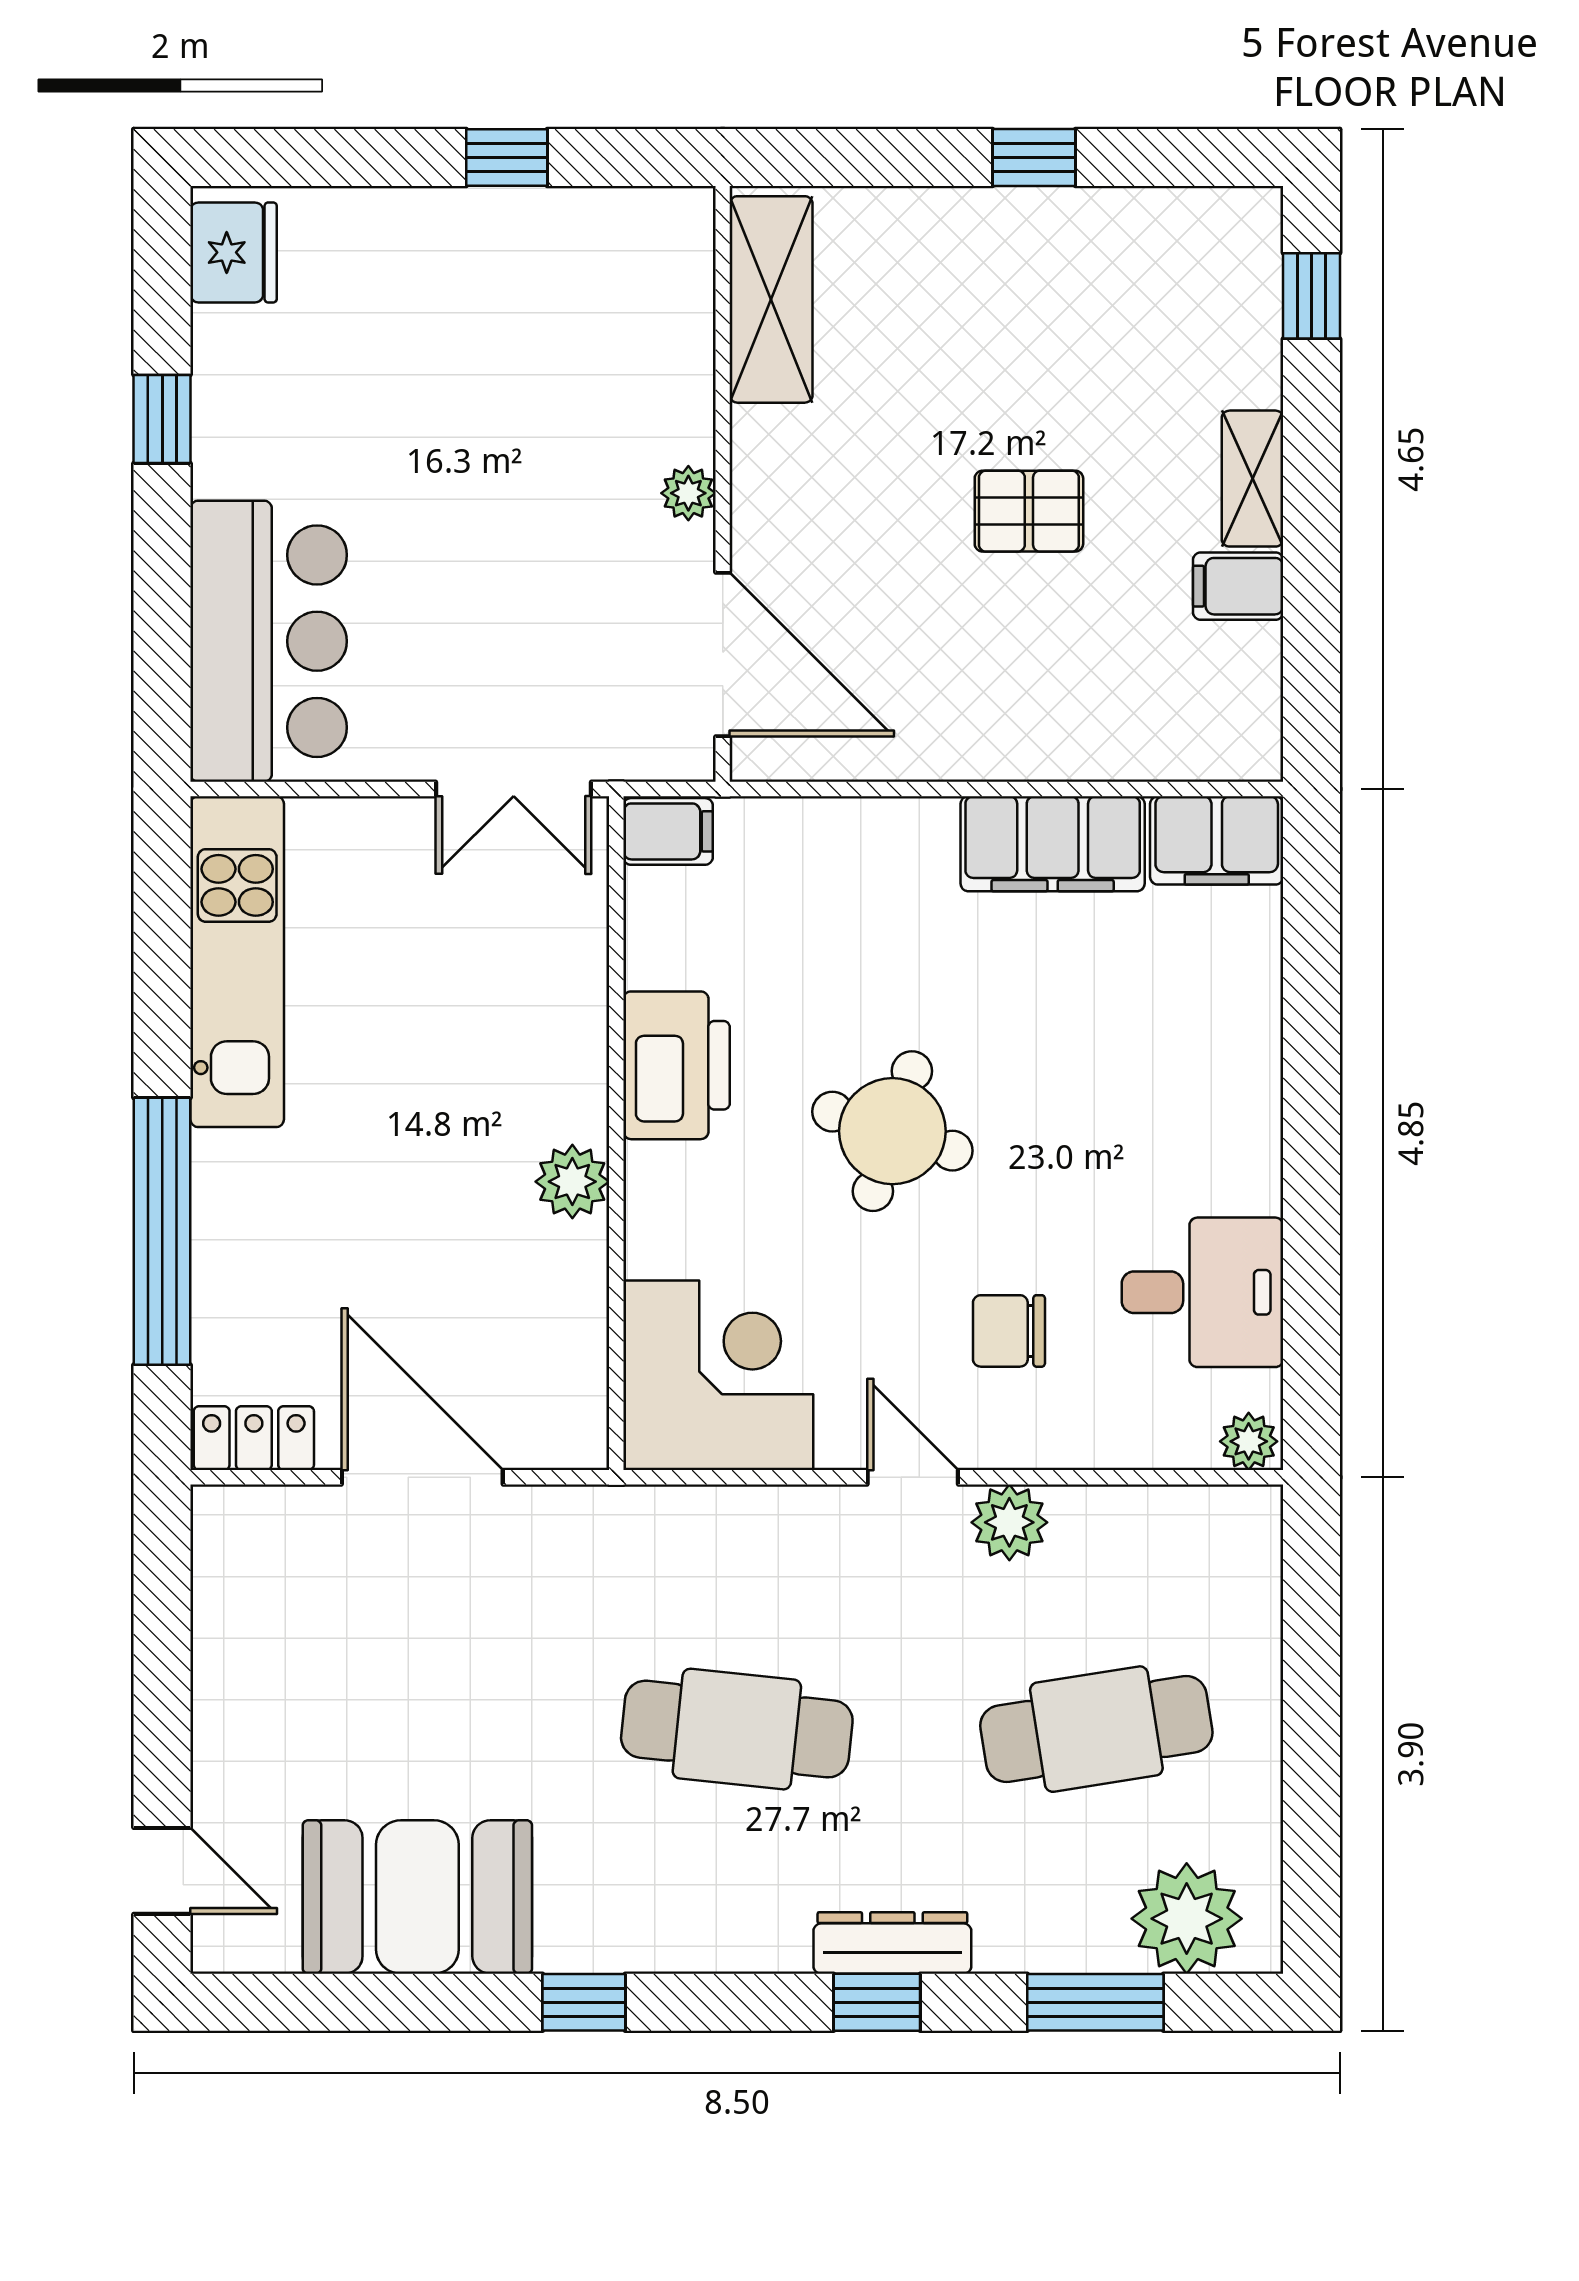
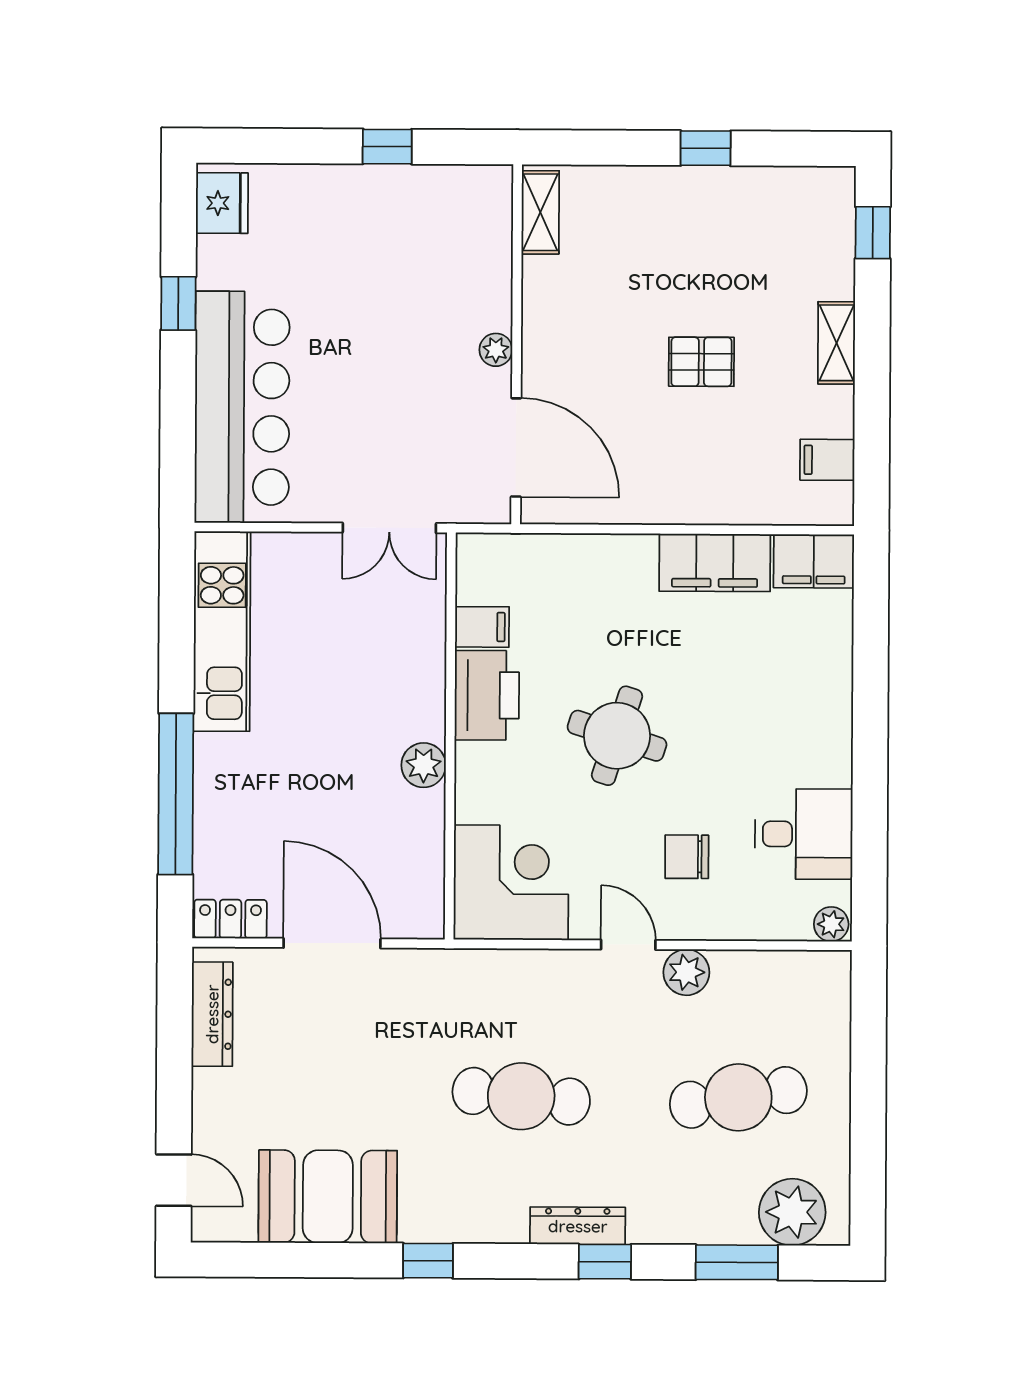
shelving: (771, 299) -> (540, 212), width x0.67, depth x0.75
filing cabinet: (1238, 586) -> (827, 460), moved
bar counter: (269, 641) -> (242, 407), width x1.36
filing cabinet: (668, 831) -> (482, 627), moved
dresser: (224, 1596) -> (212, 1014), added
dresser: (892, 1943) -> (578, 1226), moved

